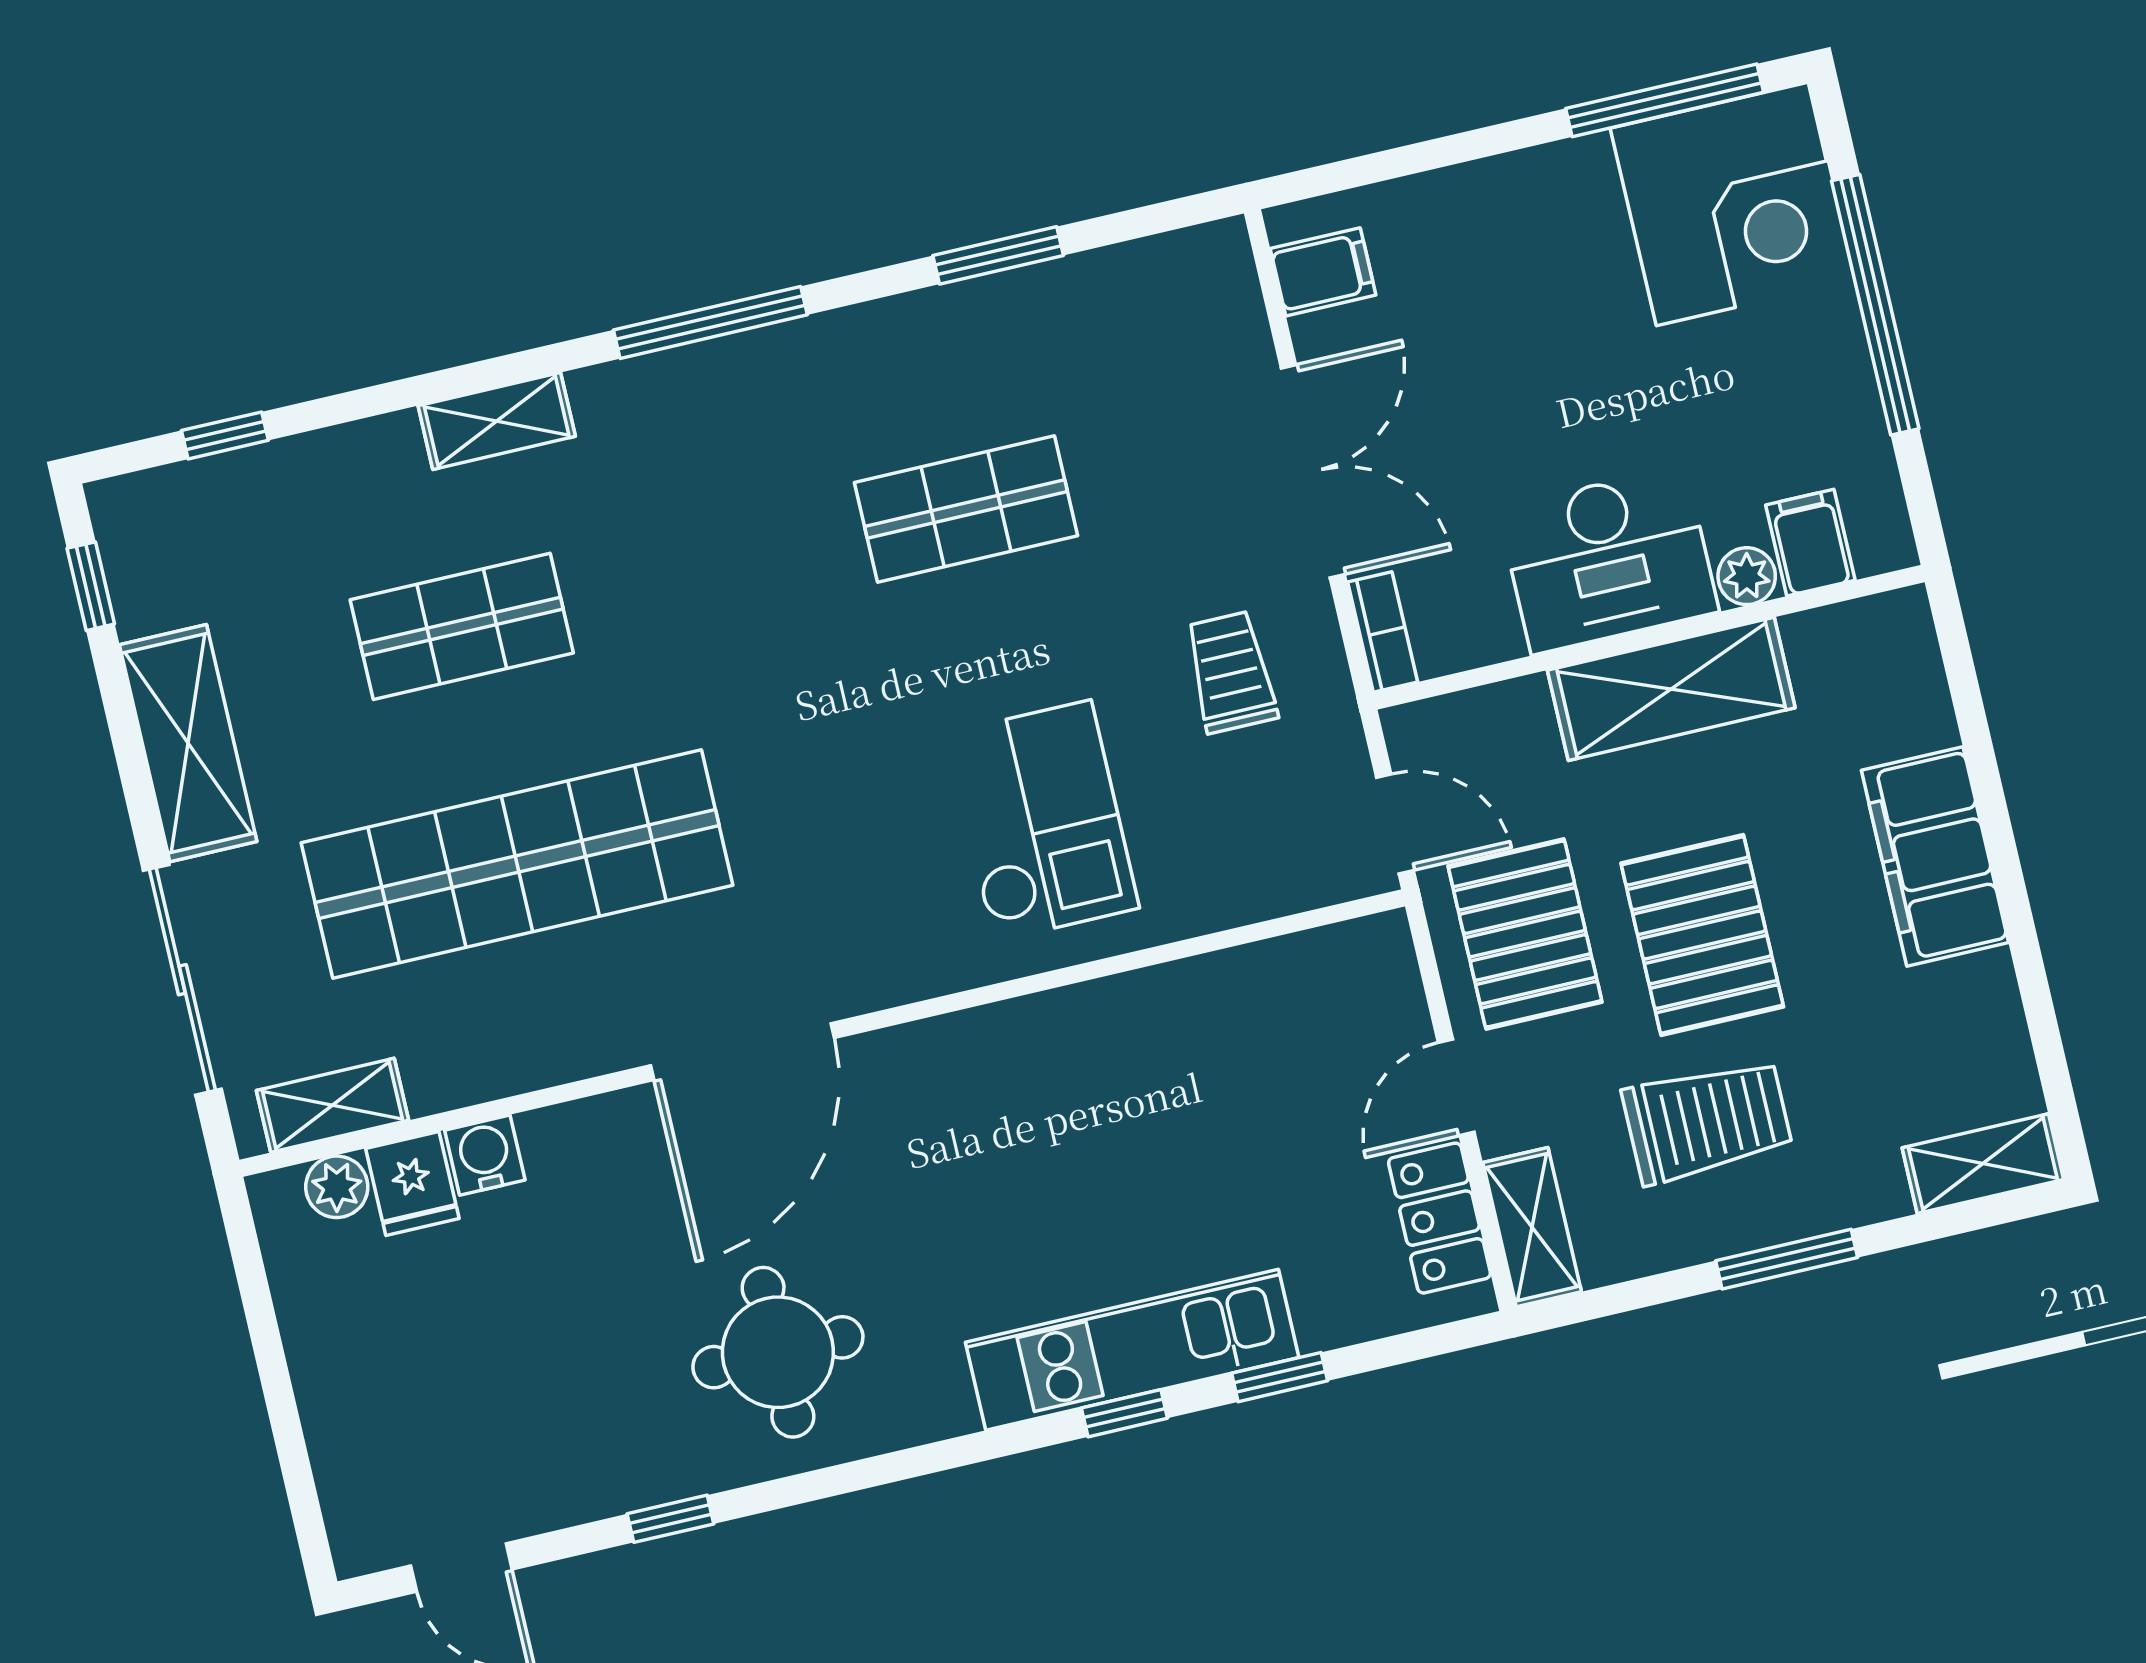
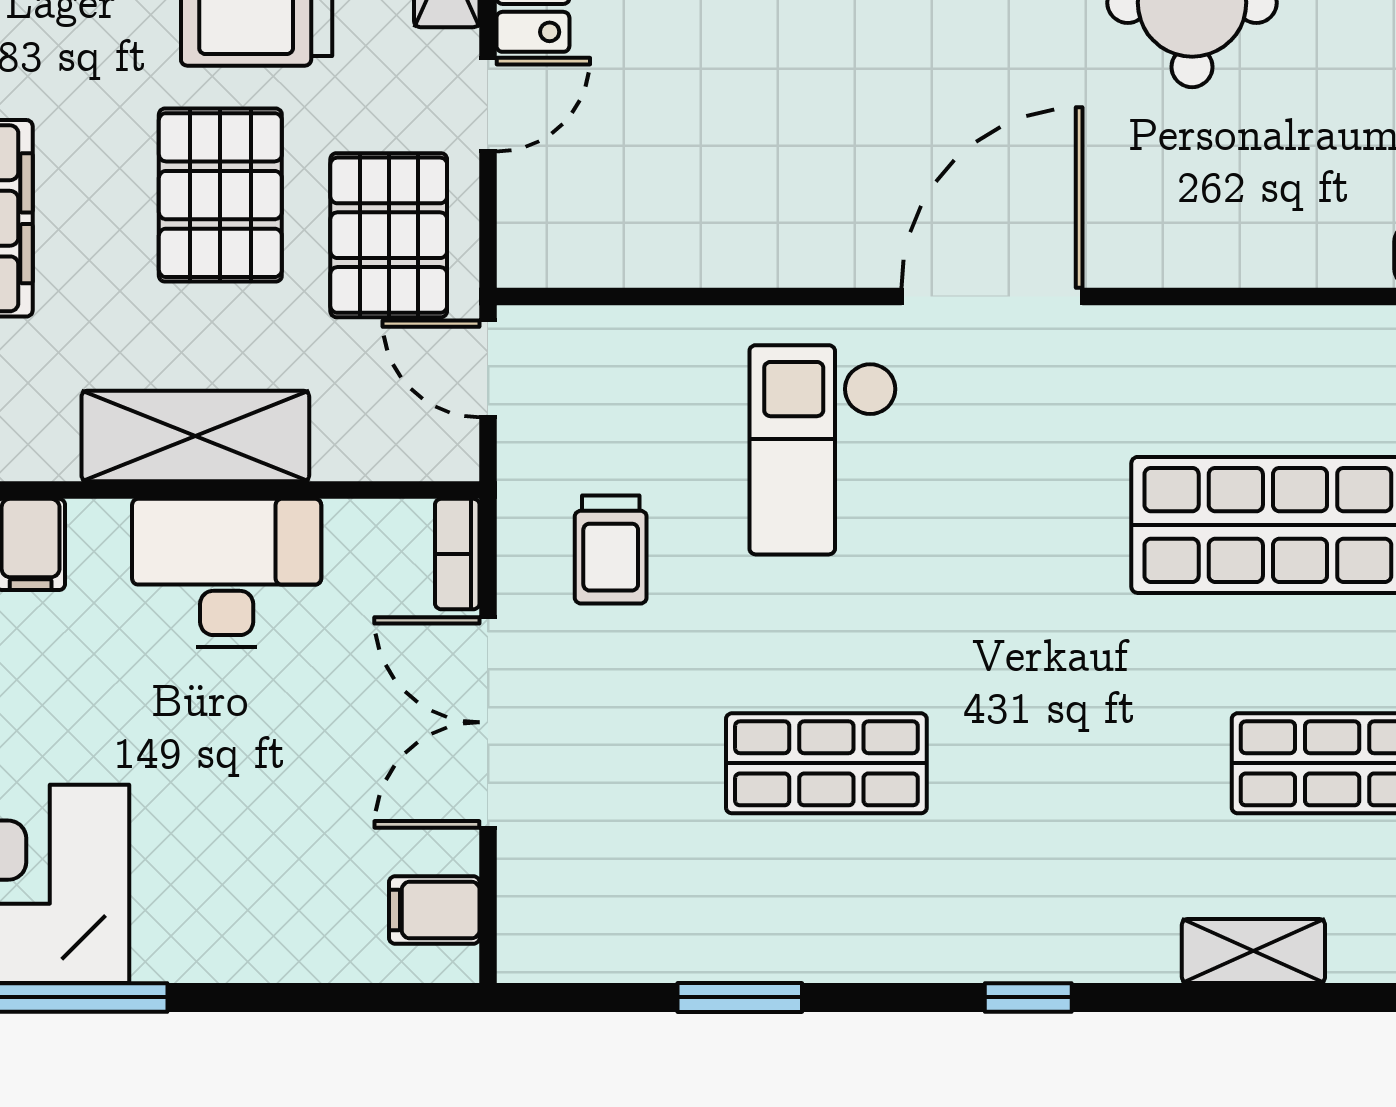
window: (710, 322) -> (1028, 997), width x0.46
plant: (1747, 576) -> (99, 527), removed
door: (742, 1052) -> (992, 297), moved

